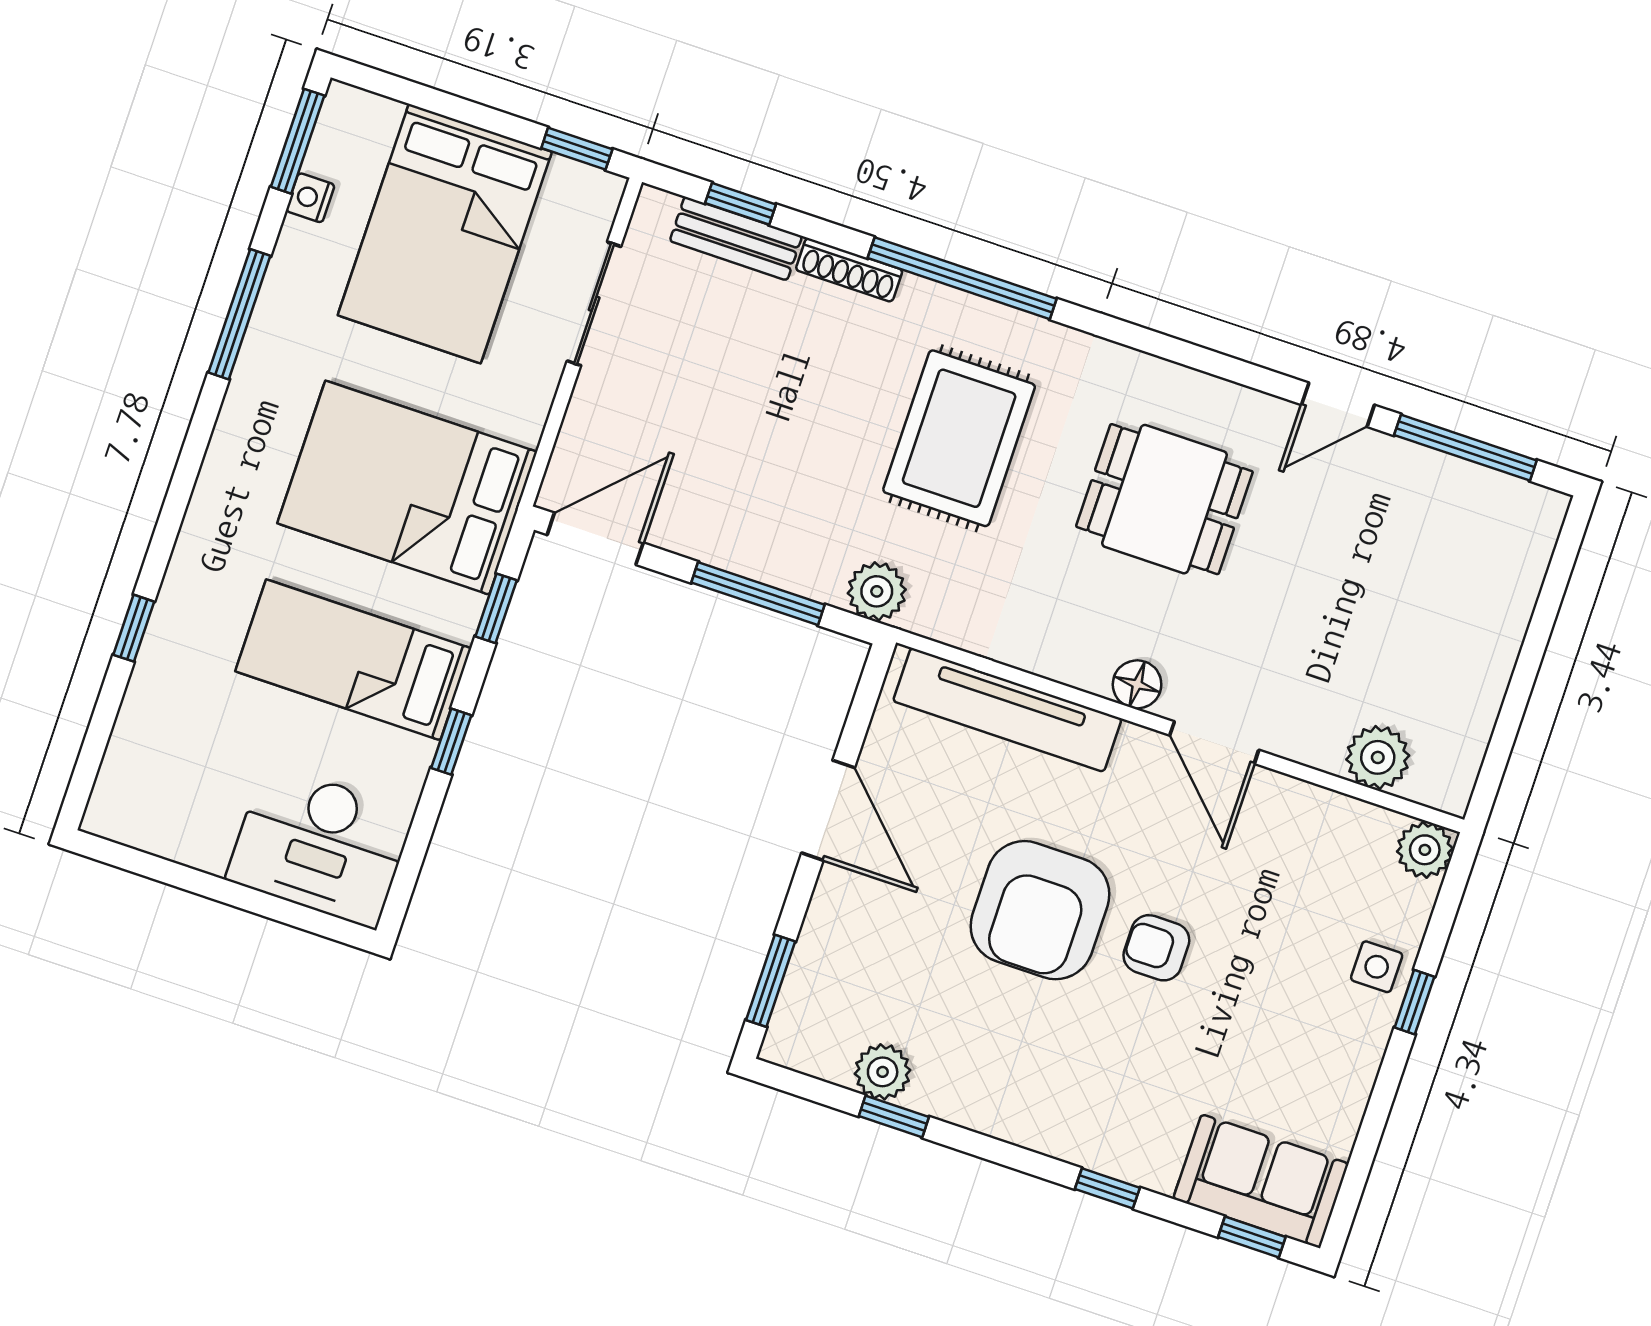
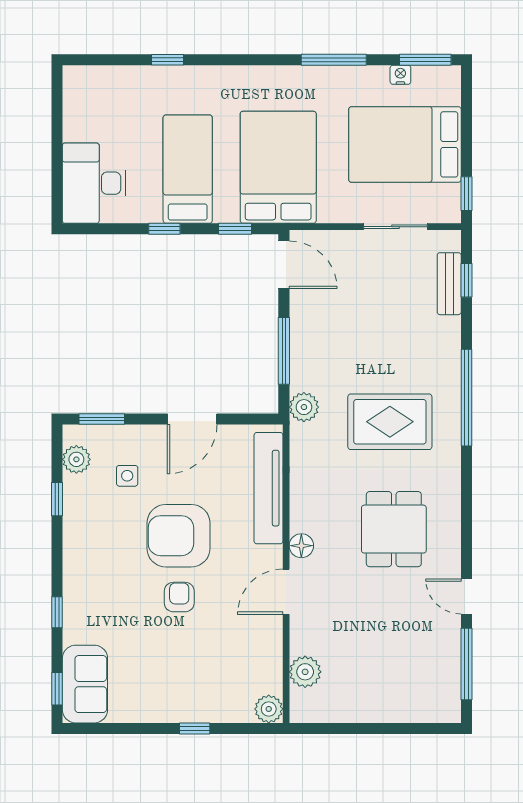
shoe rack: (849, 270) -> (452, 342), removed
side table: (1377, 967) -> (127, 476), moved
plant: (883, 1072) -> (76, 459), moved

